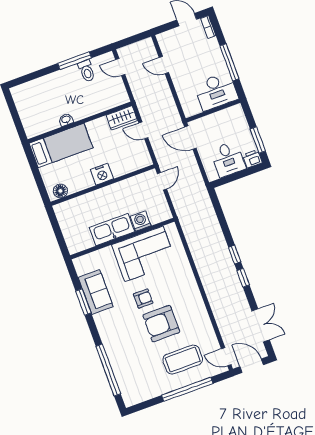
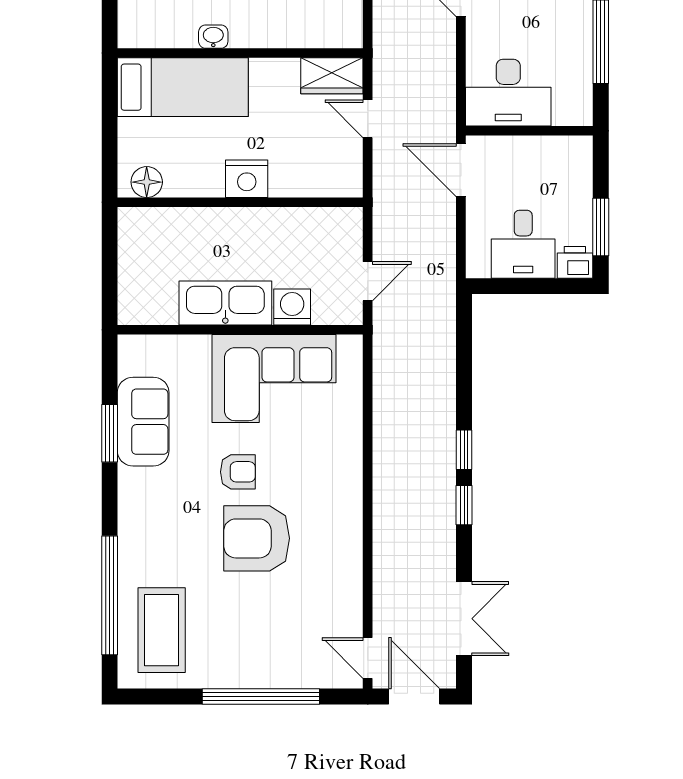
desk: (216, 91) -> (508, 93), moved
door: (162, 181) -> (368, 281), moved
coffee table: (183, 360) -> (162, 630), moved, turned 90

